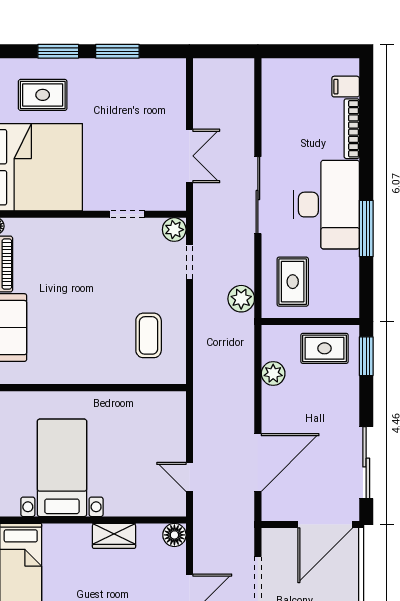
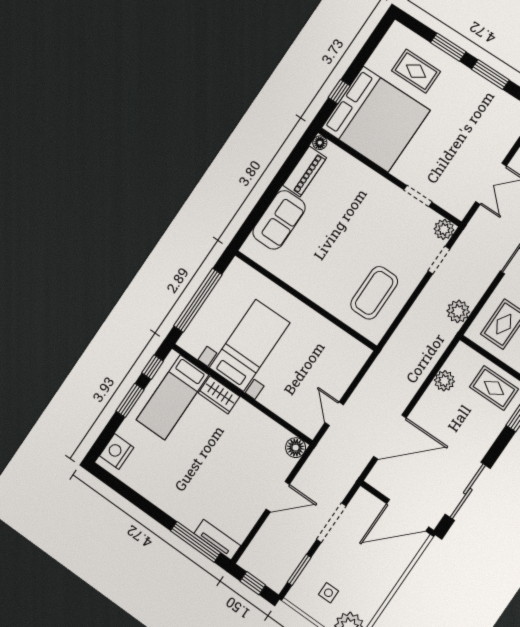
coffee table: (149, 335) -> (374, 293), width x1.36, depth x1.32
wardrobe: (114, 536) -> (219, 395), moved

